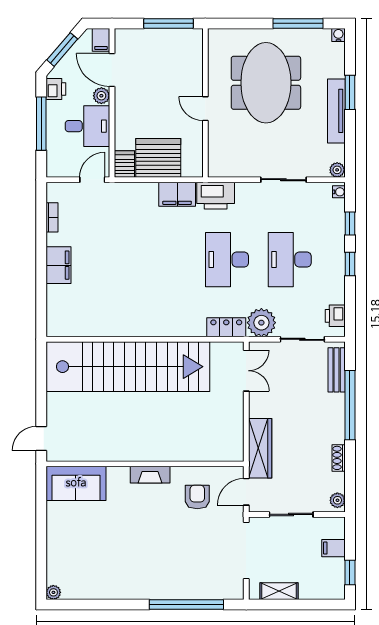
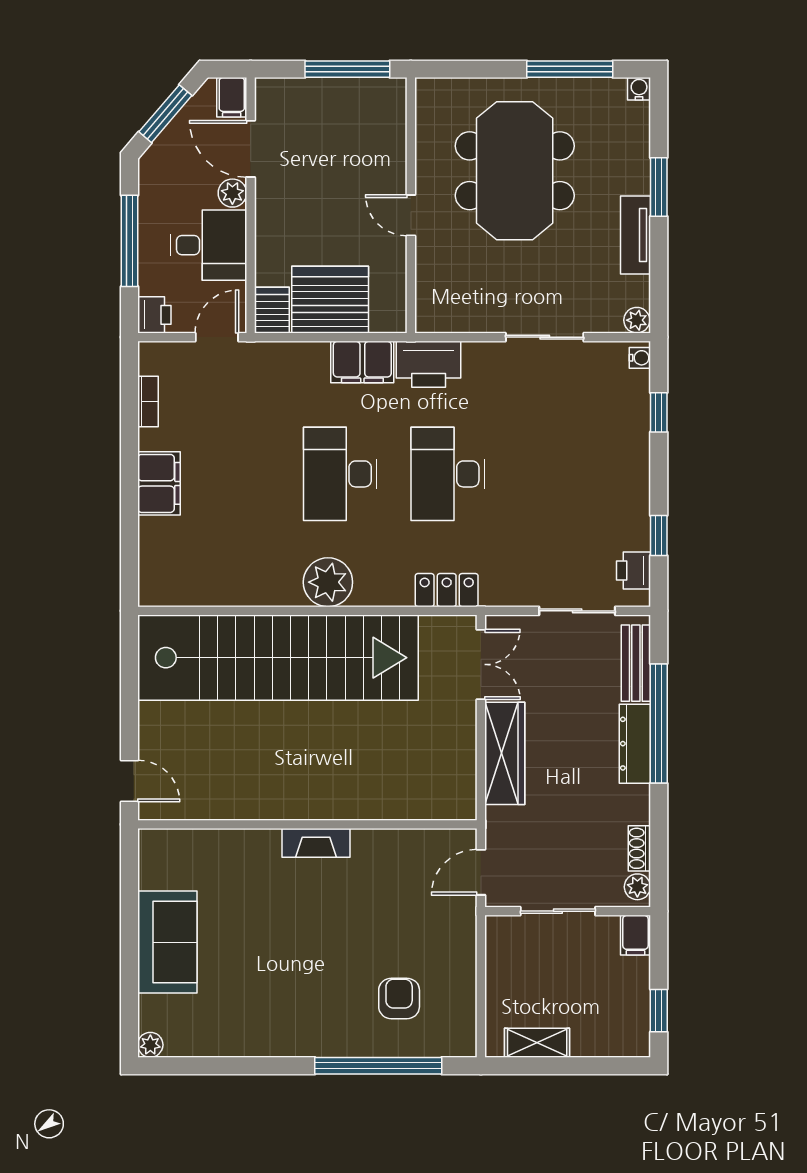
printer: (56, 89) -> (154, 315), moved
tv unit: (336, 111) -> (636, 235), width x0.71
desk: (290, 260) -> (340, 474), moved
window: (350, 264) -> (659, 535), moved
plant: (261, 323) -> (328, 582), moved
dresser: (336, 417) -> (635, 744), added
door: (41, 439) -> (129, 781), swing flipped
wardrobe: (260, 448) -> (505, 753), moved
shoe rack: (339, 458) -> (639, 848), moved
sofa: (76, 483) -> (167, 942), moved, turned -90
armchair: (197, 497) -> (399, 998), moved
filing cabinet: (333, 548) -> (636, 935), moved, turned -90
doorway: (246, 550) -> (481, 973), removed

